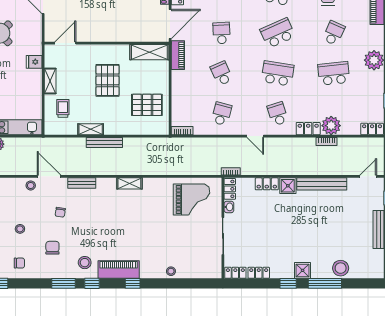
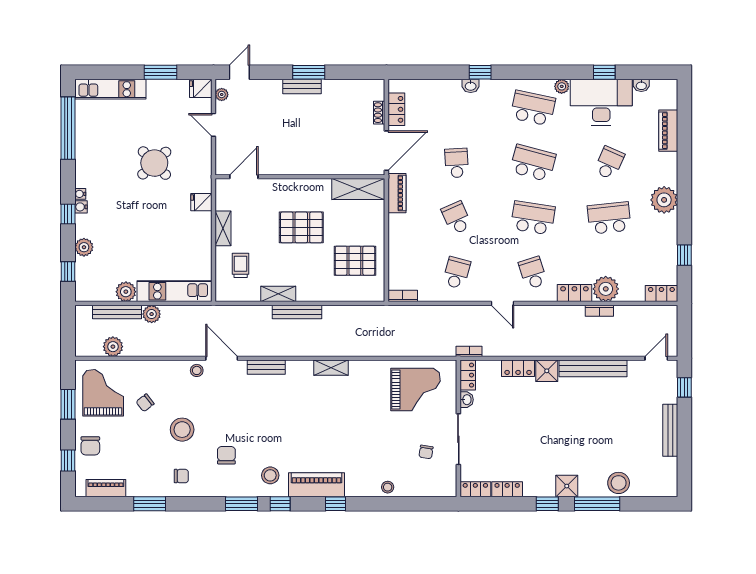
school desk: (278, 33) -> (533, 163), turned 39
pallet: (108, 80) -> (301, 227), turned 90
chair: (60, 212) -> (426, 452), moved
stool: (20, 229) -> (182, 430), width x1.89, depth x1.89

